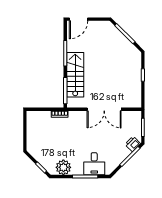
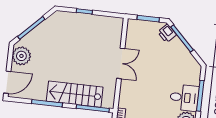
door: (79, 19) -> (7, 82), hinge flipped
plant: (101, 28) -> (21, 56), added
double door: (104, 109) -> (121, 63), width x0.73
desk: (94, 164) -> (184, 98), moved

